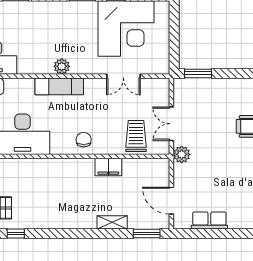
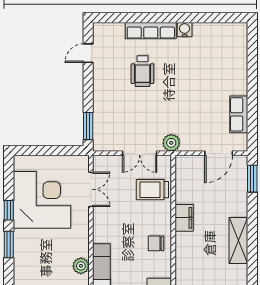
double door: (123, 76) -> (91, 189), moved
shelving: (112, 222) -> (238, 240), moved, width x1.50, depth x1.33

